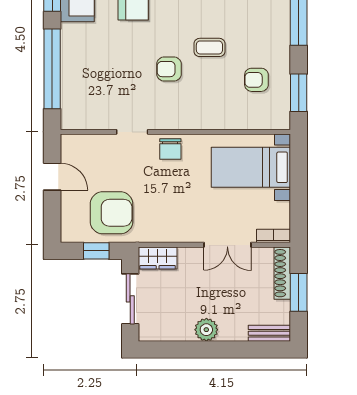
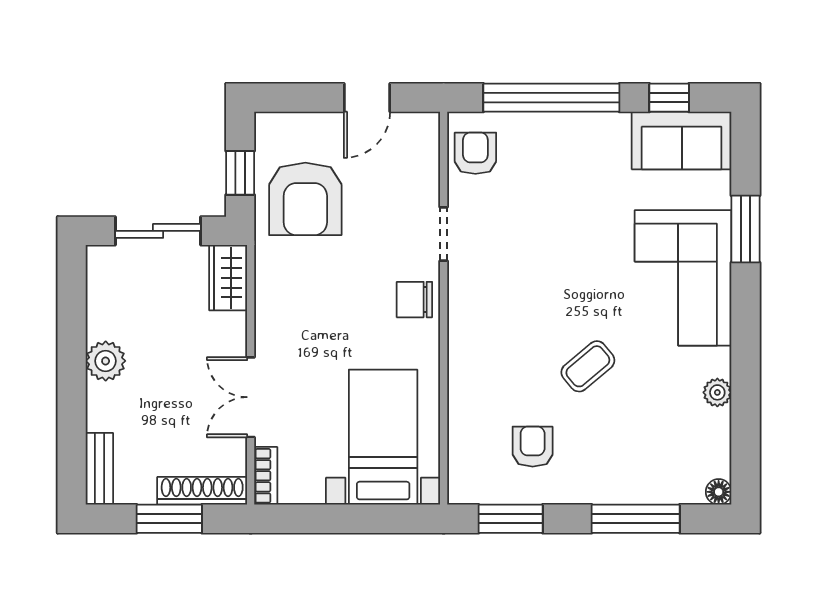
coffee table: (209, 47) -> (588, 366), turned 50
armchair: (169, 69) -> (475, 153), moved

